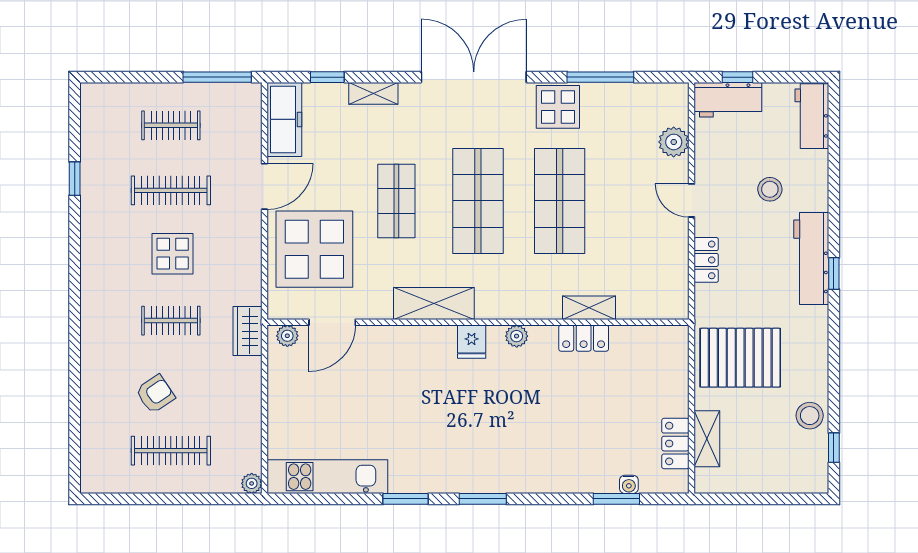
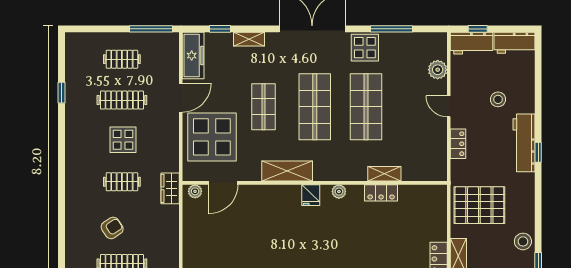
workbench: (812, 116) -> (514, 43), moved, turned -90

